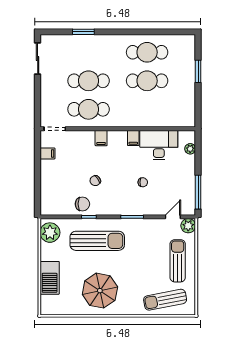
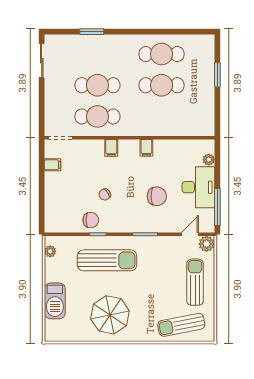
desk: (159, 145) -> (198, 187), moved, turned 90
chair: (143, 182) -> (157, 196), width x1.87, depth x1.87
plant: (50, 233) -> (50, 251), width x0.53, depth x0.53

